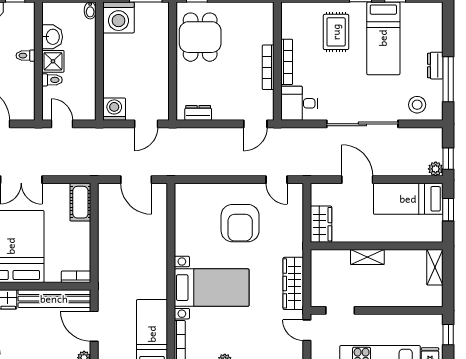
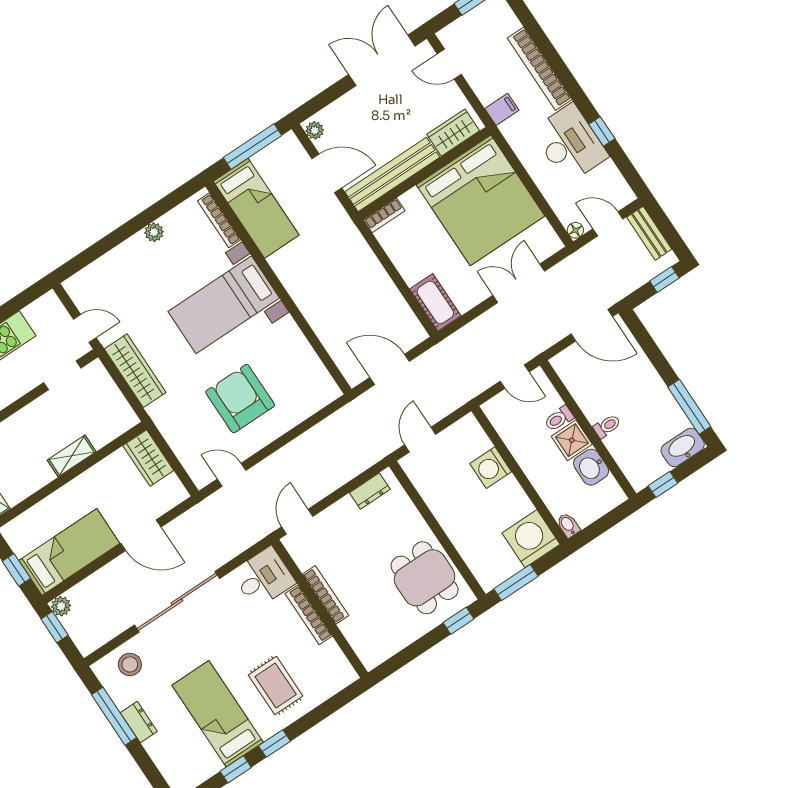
washing machine: (114, 109) -> (491, 468), moved, turned 90

